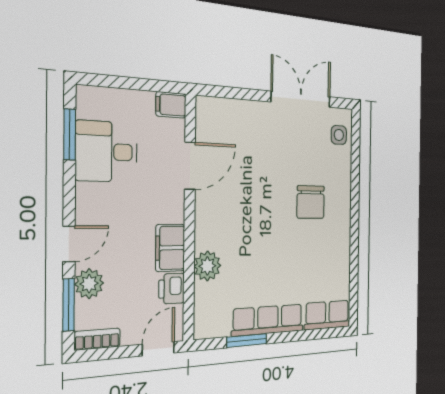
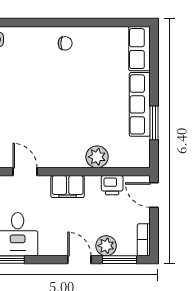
door: (190, 166) -> (25, 172), width x0.73
chair: (311, 202) -> (65, 43), moved, width x0.54, depth x0.54
filing cabinet: (170, 248) -> (68, 187), moved

